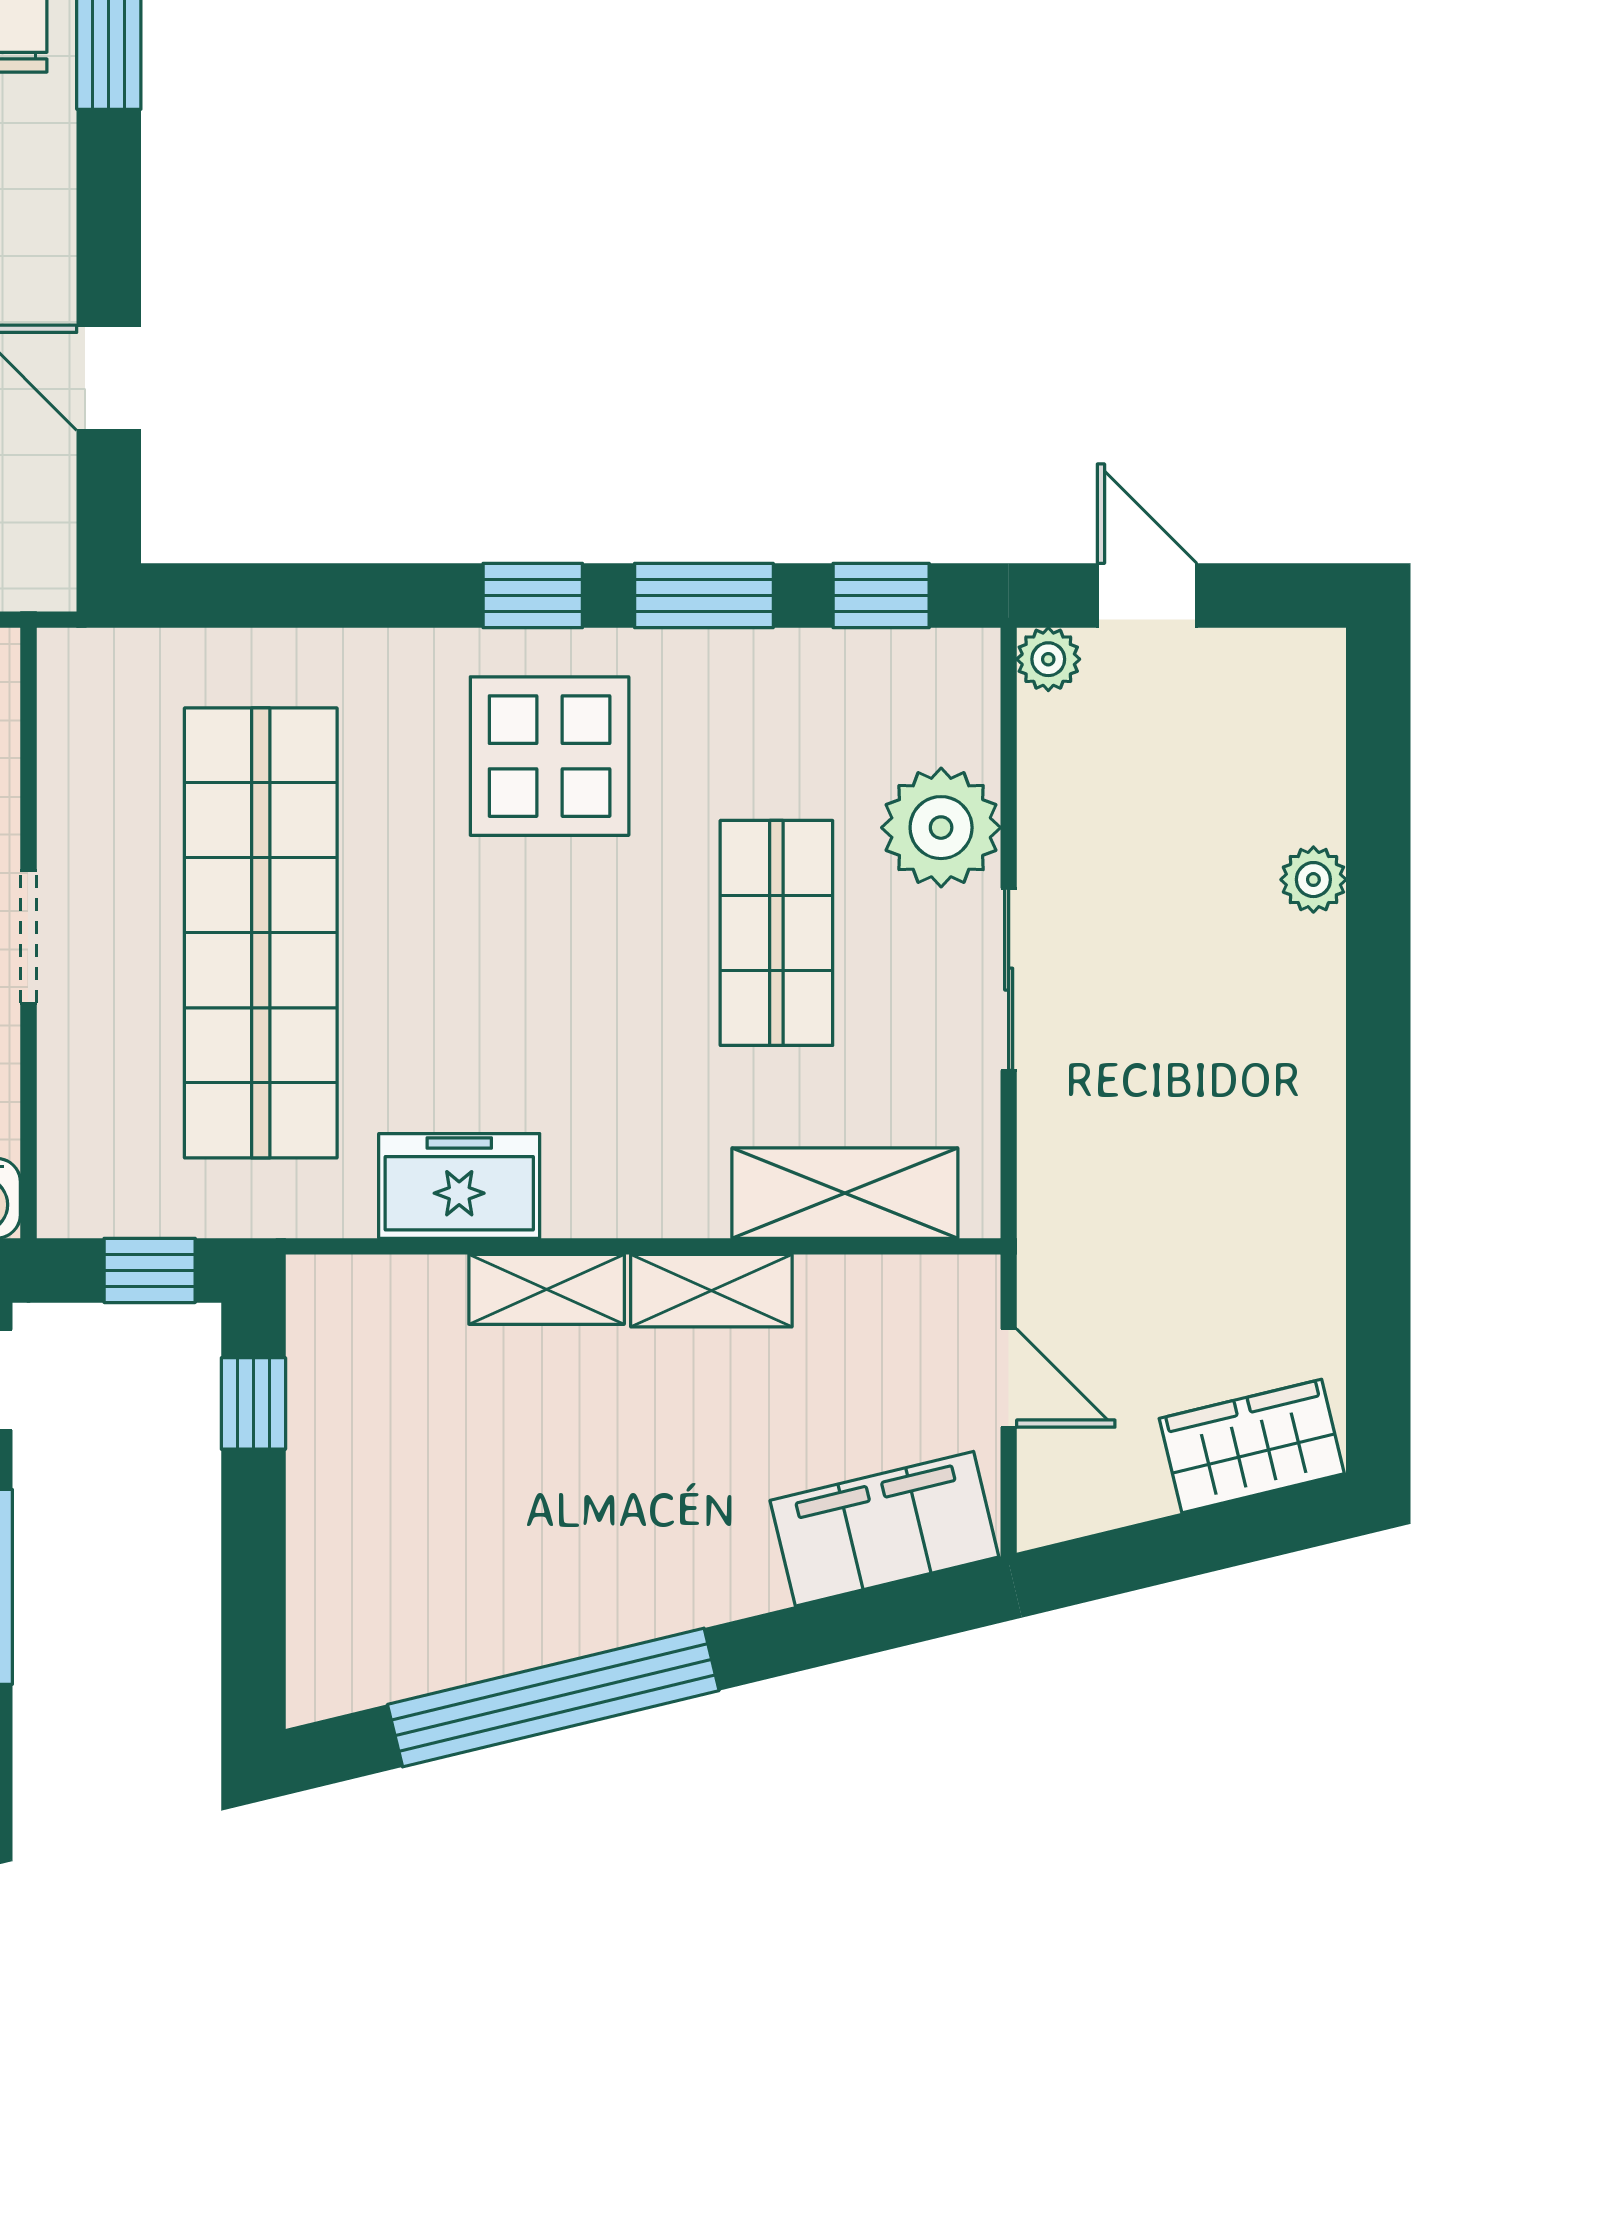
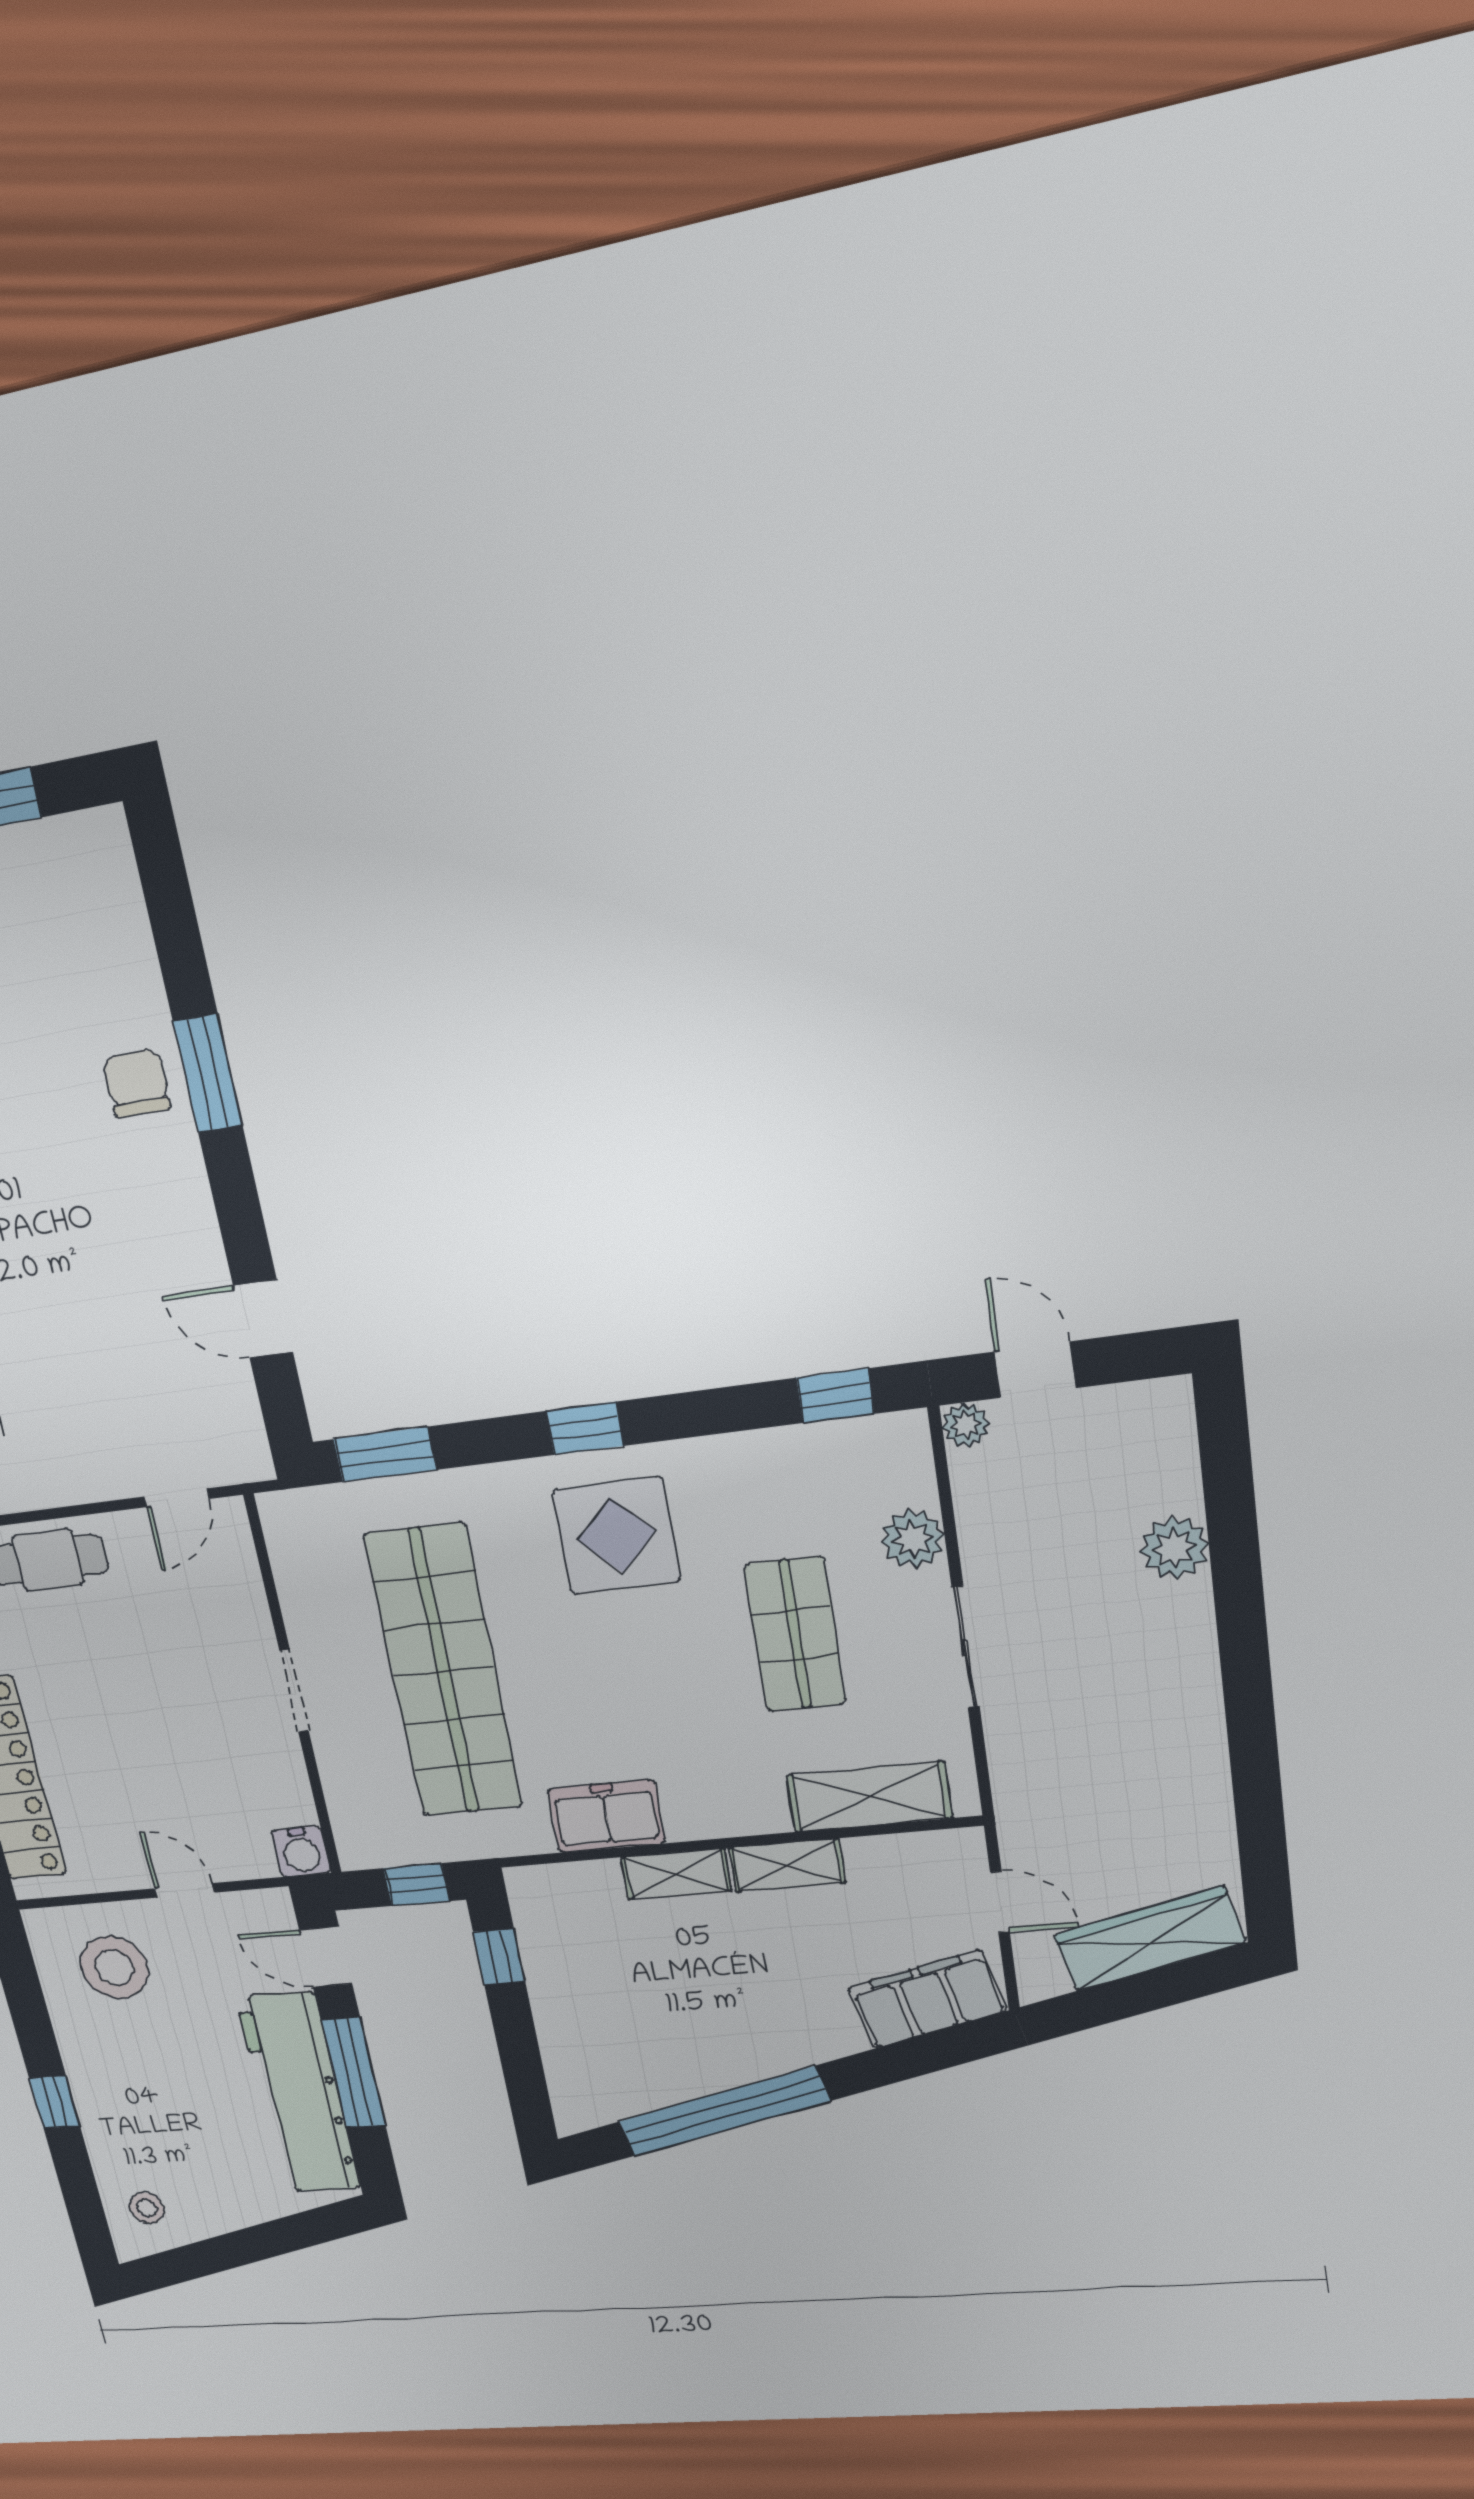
window: (704, 595) -> (385, 1454), moved
plant: (941, 828) -> (913, 1539), width x0.73, depth x0.73
plant: (1313, 880) -> (1174, 1548), width x1.38, depth x1.38
wardrobe: (1252, 1446) -> (1149, 1939), width x1.50

